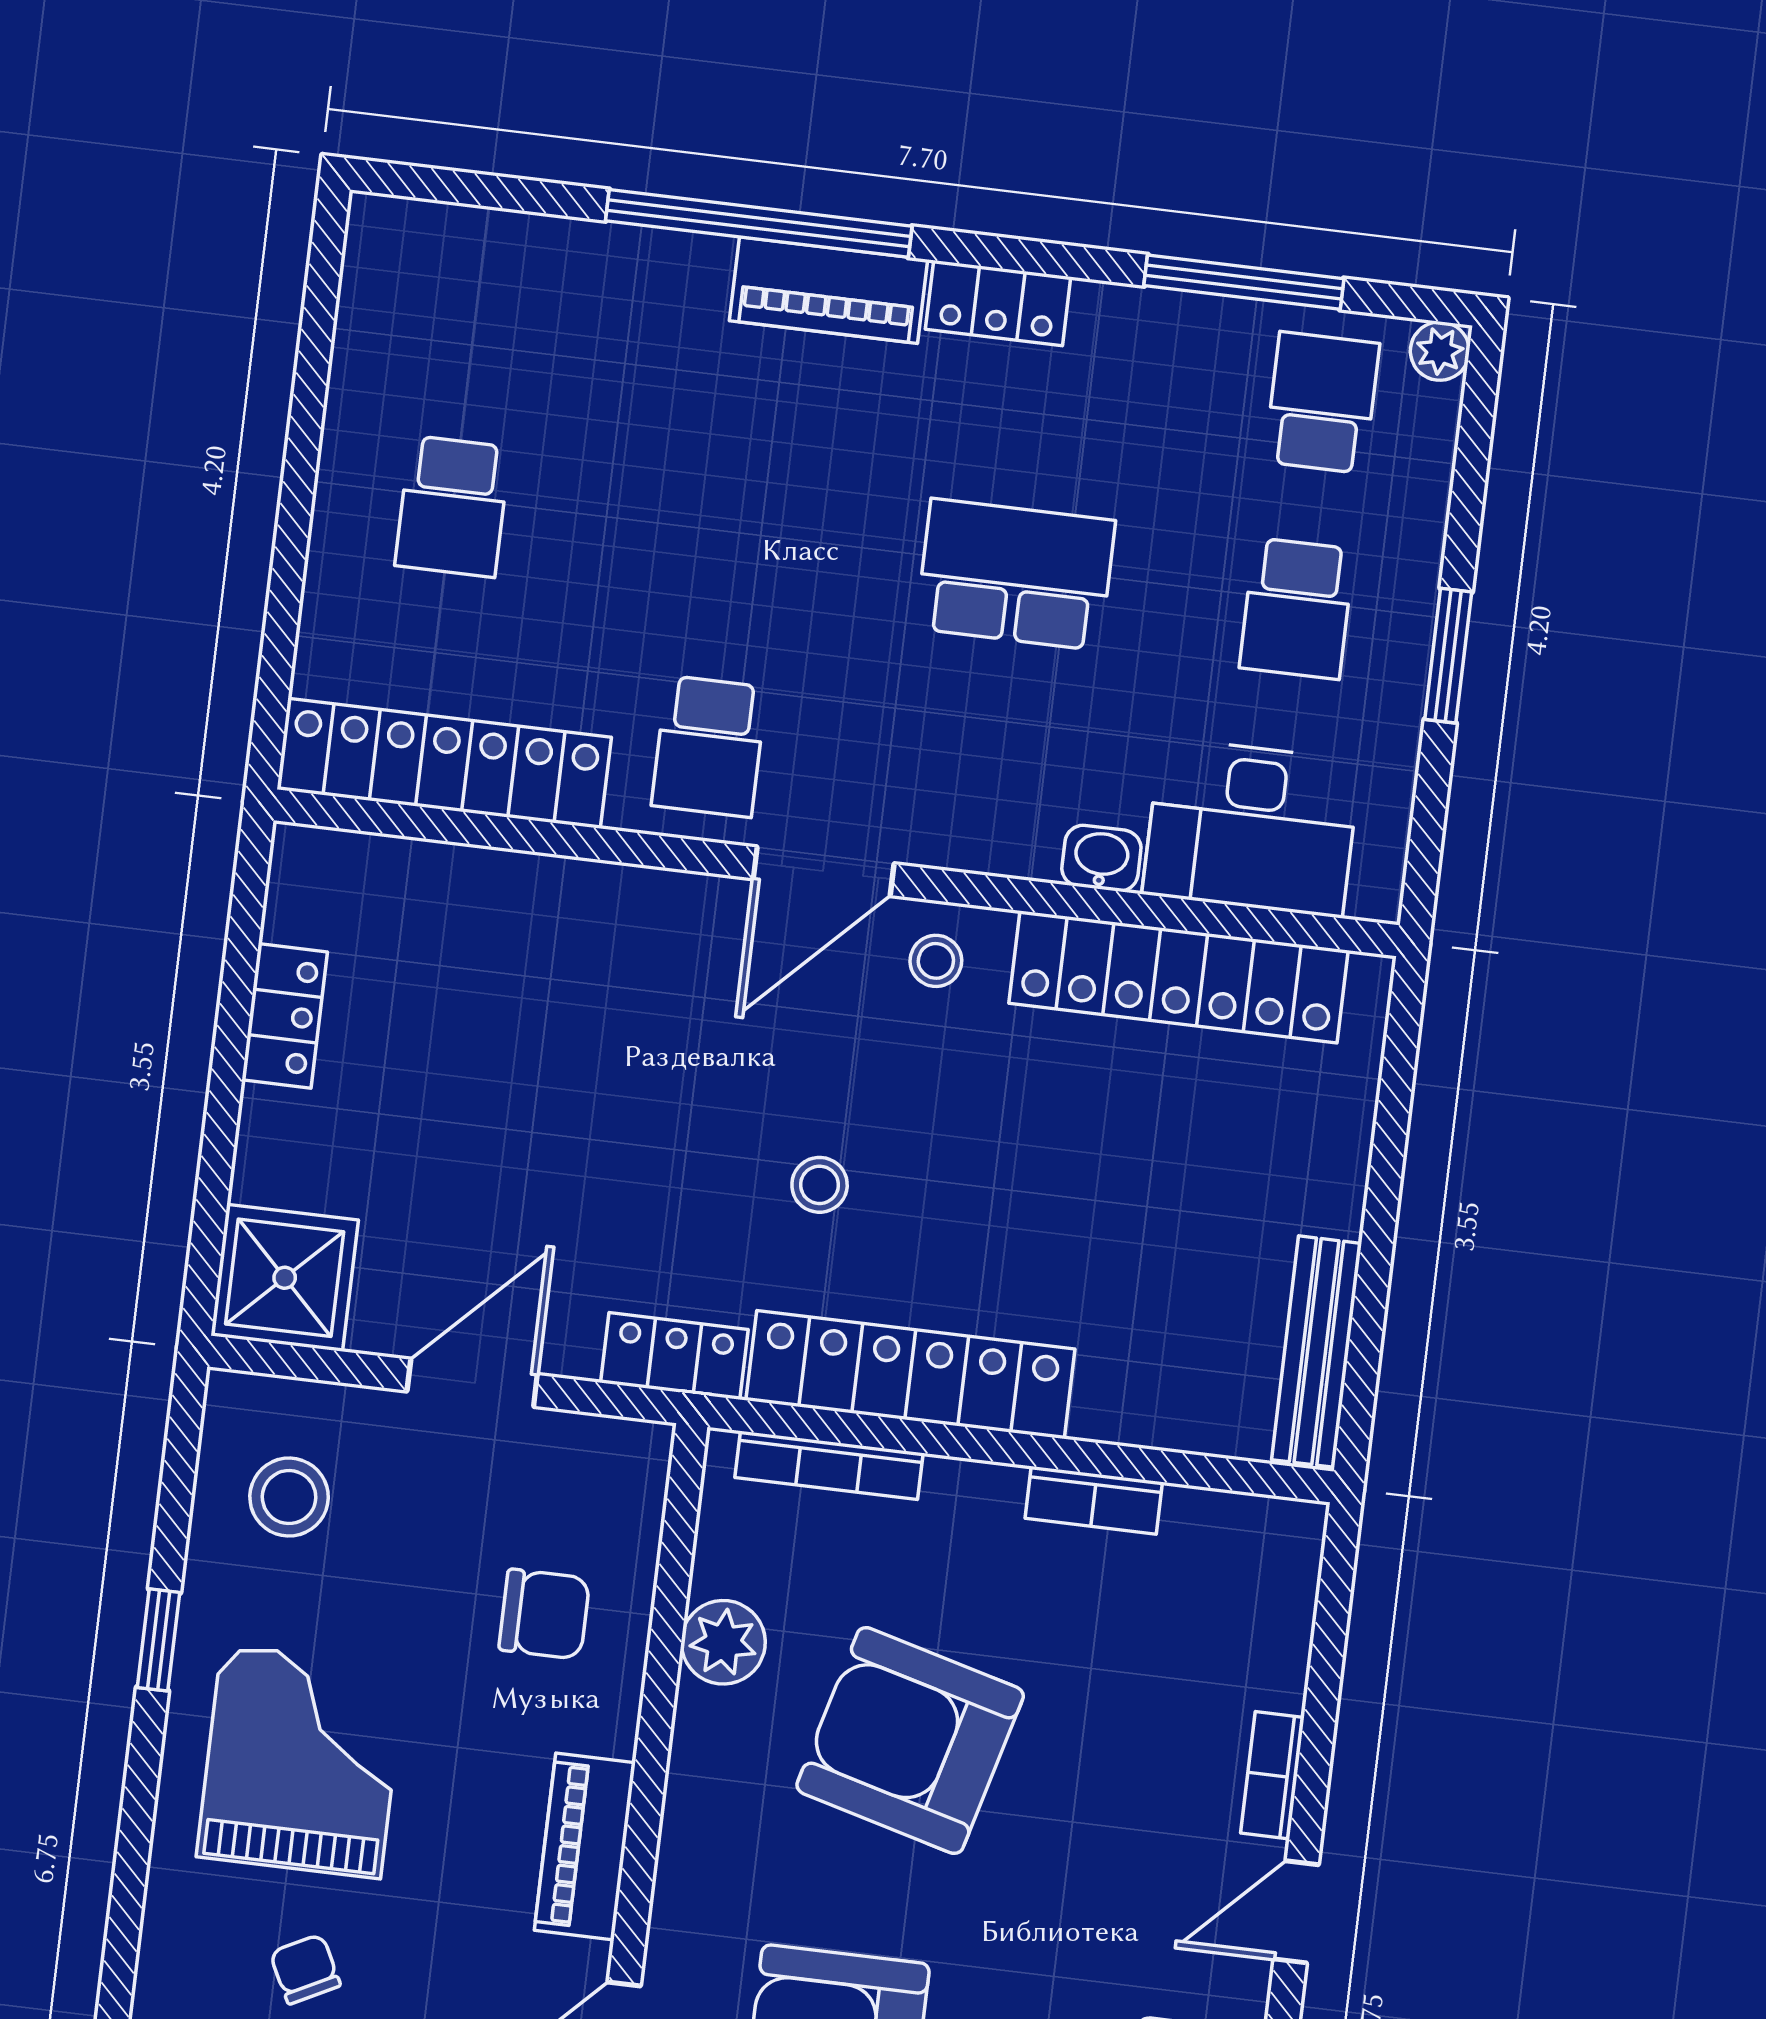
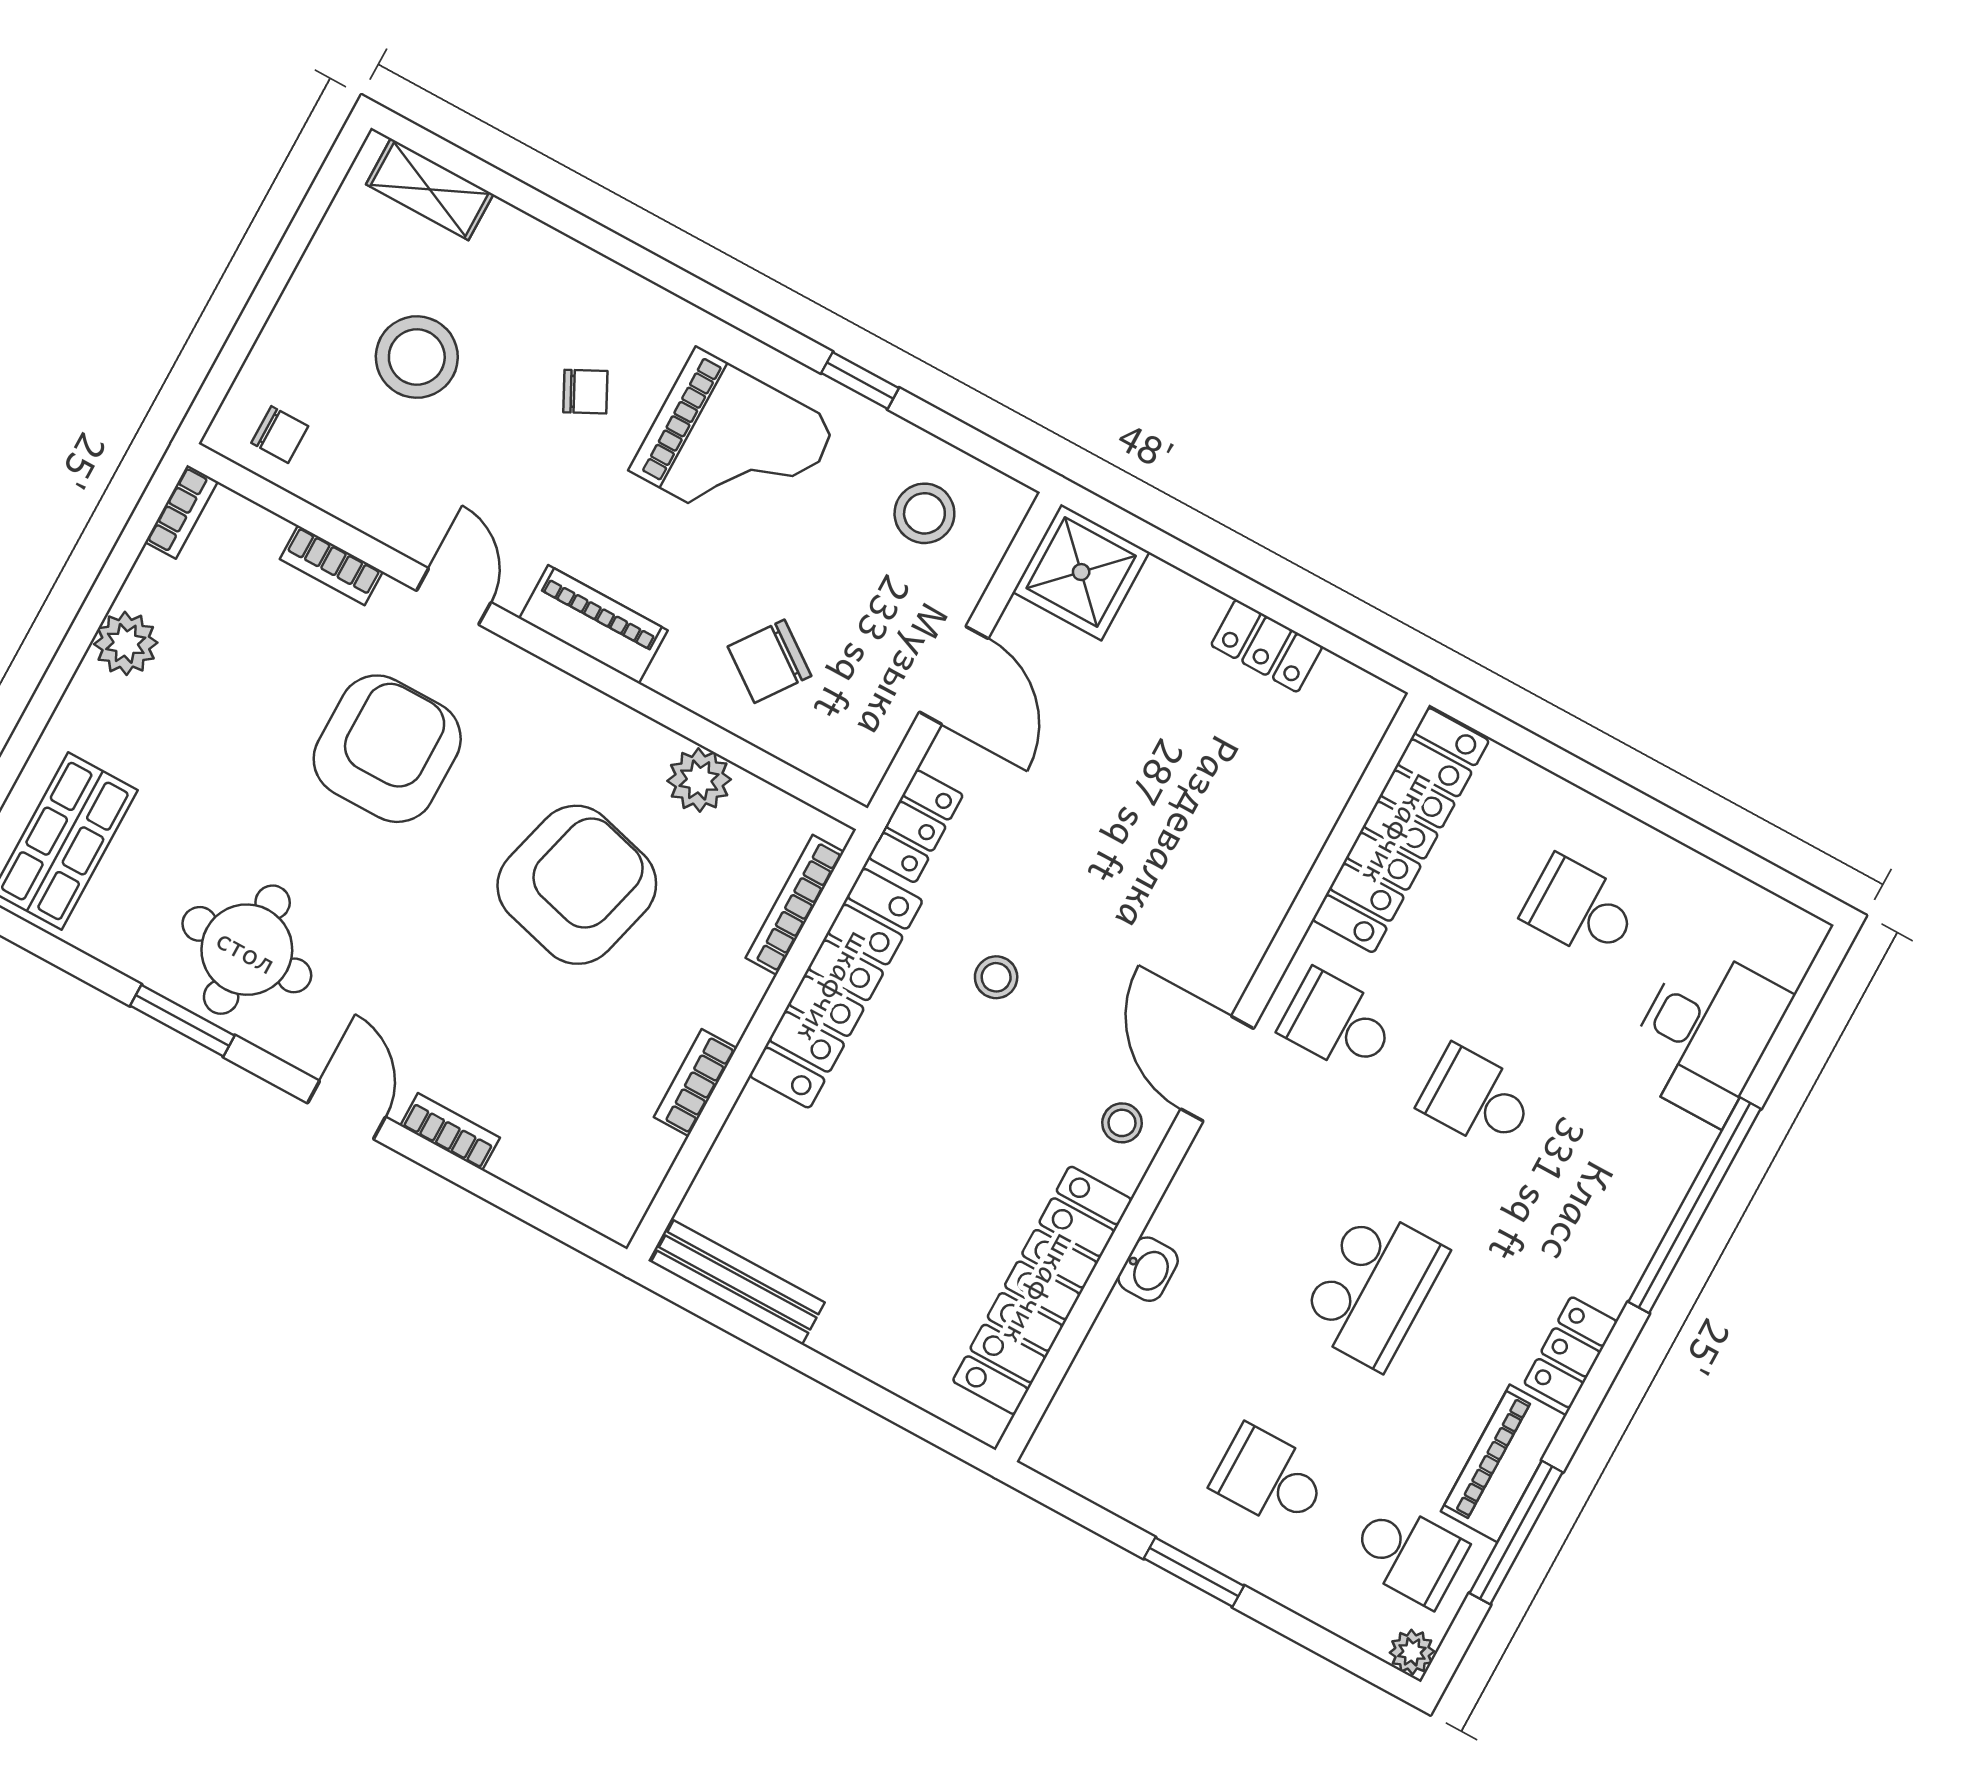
piano: (828, 290) -> (1504, 1463), moved
school desk: (734, 540) -> (1477, 1098), added
desk: (1251, 827) -> (1706, 1034), moved, turned 180
chair: (544, 1614) -> (770, 661), turned 36

